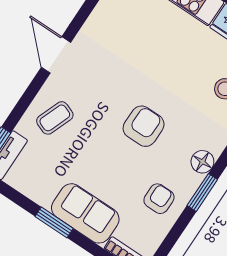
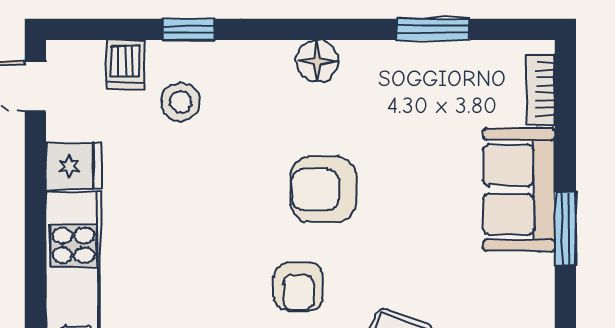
window: (202, 192) -> (433, 29), moved
armchair: (159, 199) -> (299, 287), moved, turned -90

